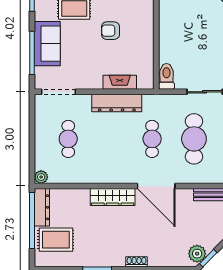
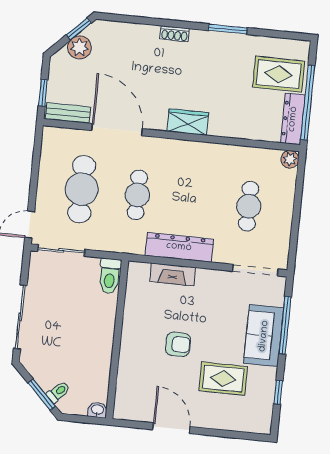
door: (156, 186) -> (117, 130), moved
wardrobe: (113, 197) -> (188, 122), width x0.67
plant: (197, 254) -> (80, 47), moved

